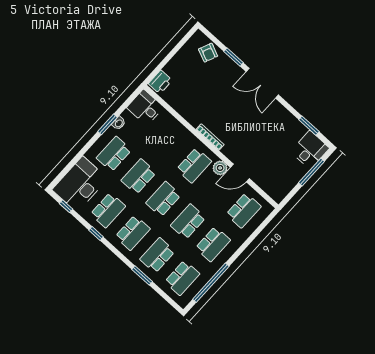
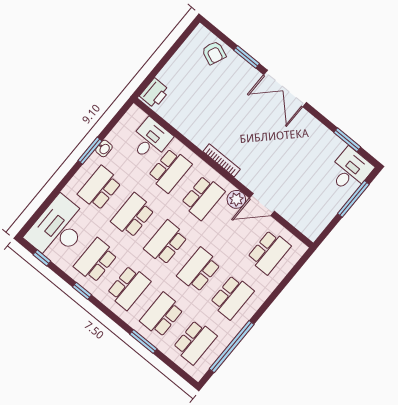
desk: (145, 107) -> (150, 140), moved, turned 90
school desk: (169, 143) -> (170, 170), added
school desk: (108, 210) -> (96, 260), turned 180

